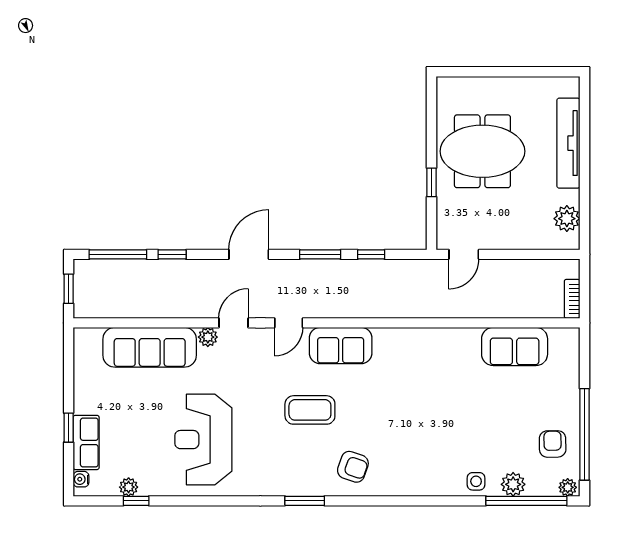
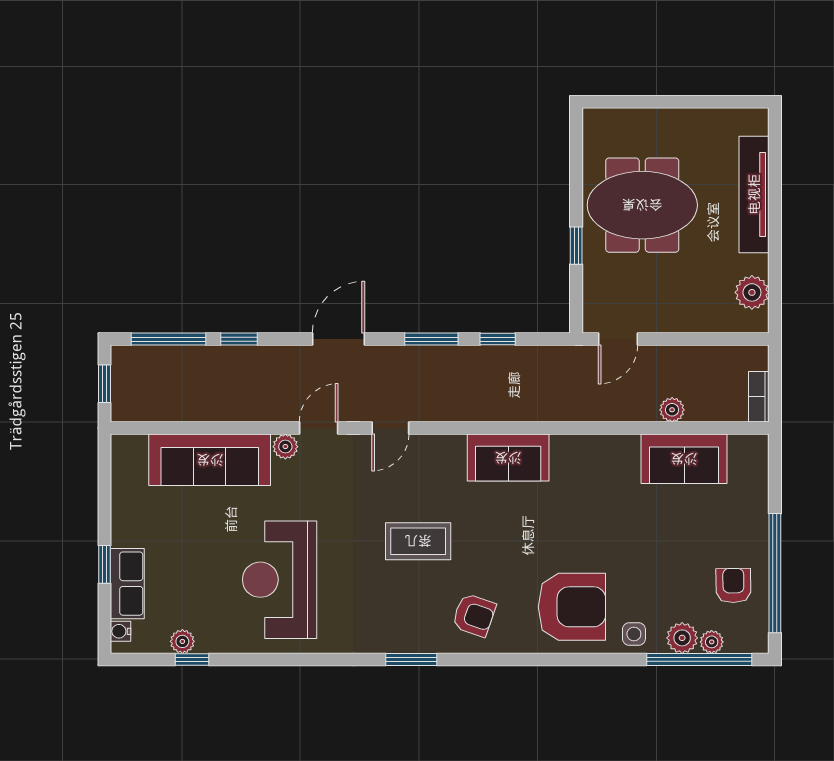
plant: (505, 309) -> (672, 410), added
sofa: (341, 346) -> (508, 458), moved
armchair: (428, 460) -> (572, 607), added
plant: (568, 487) -> (712, 642), moved

